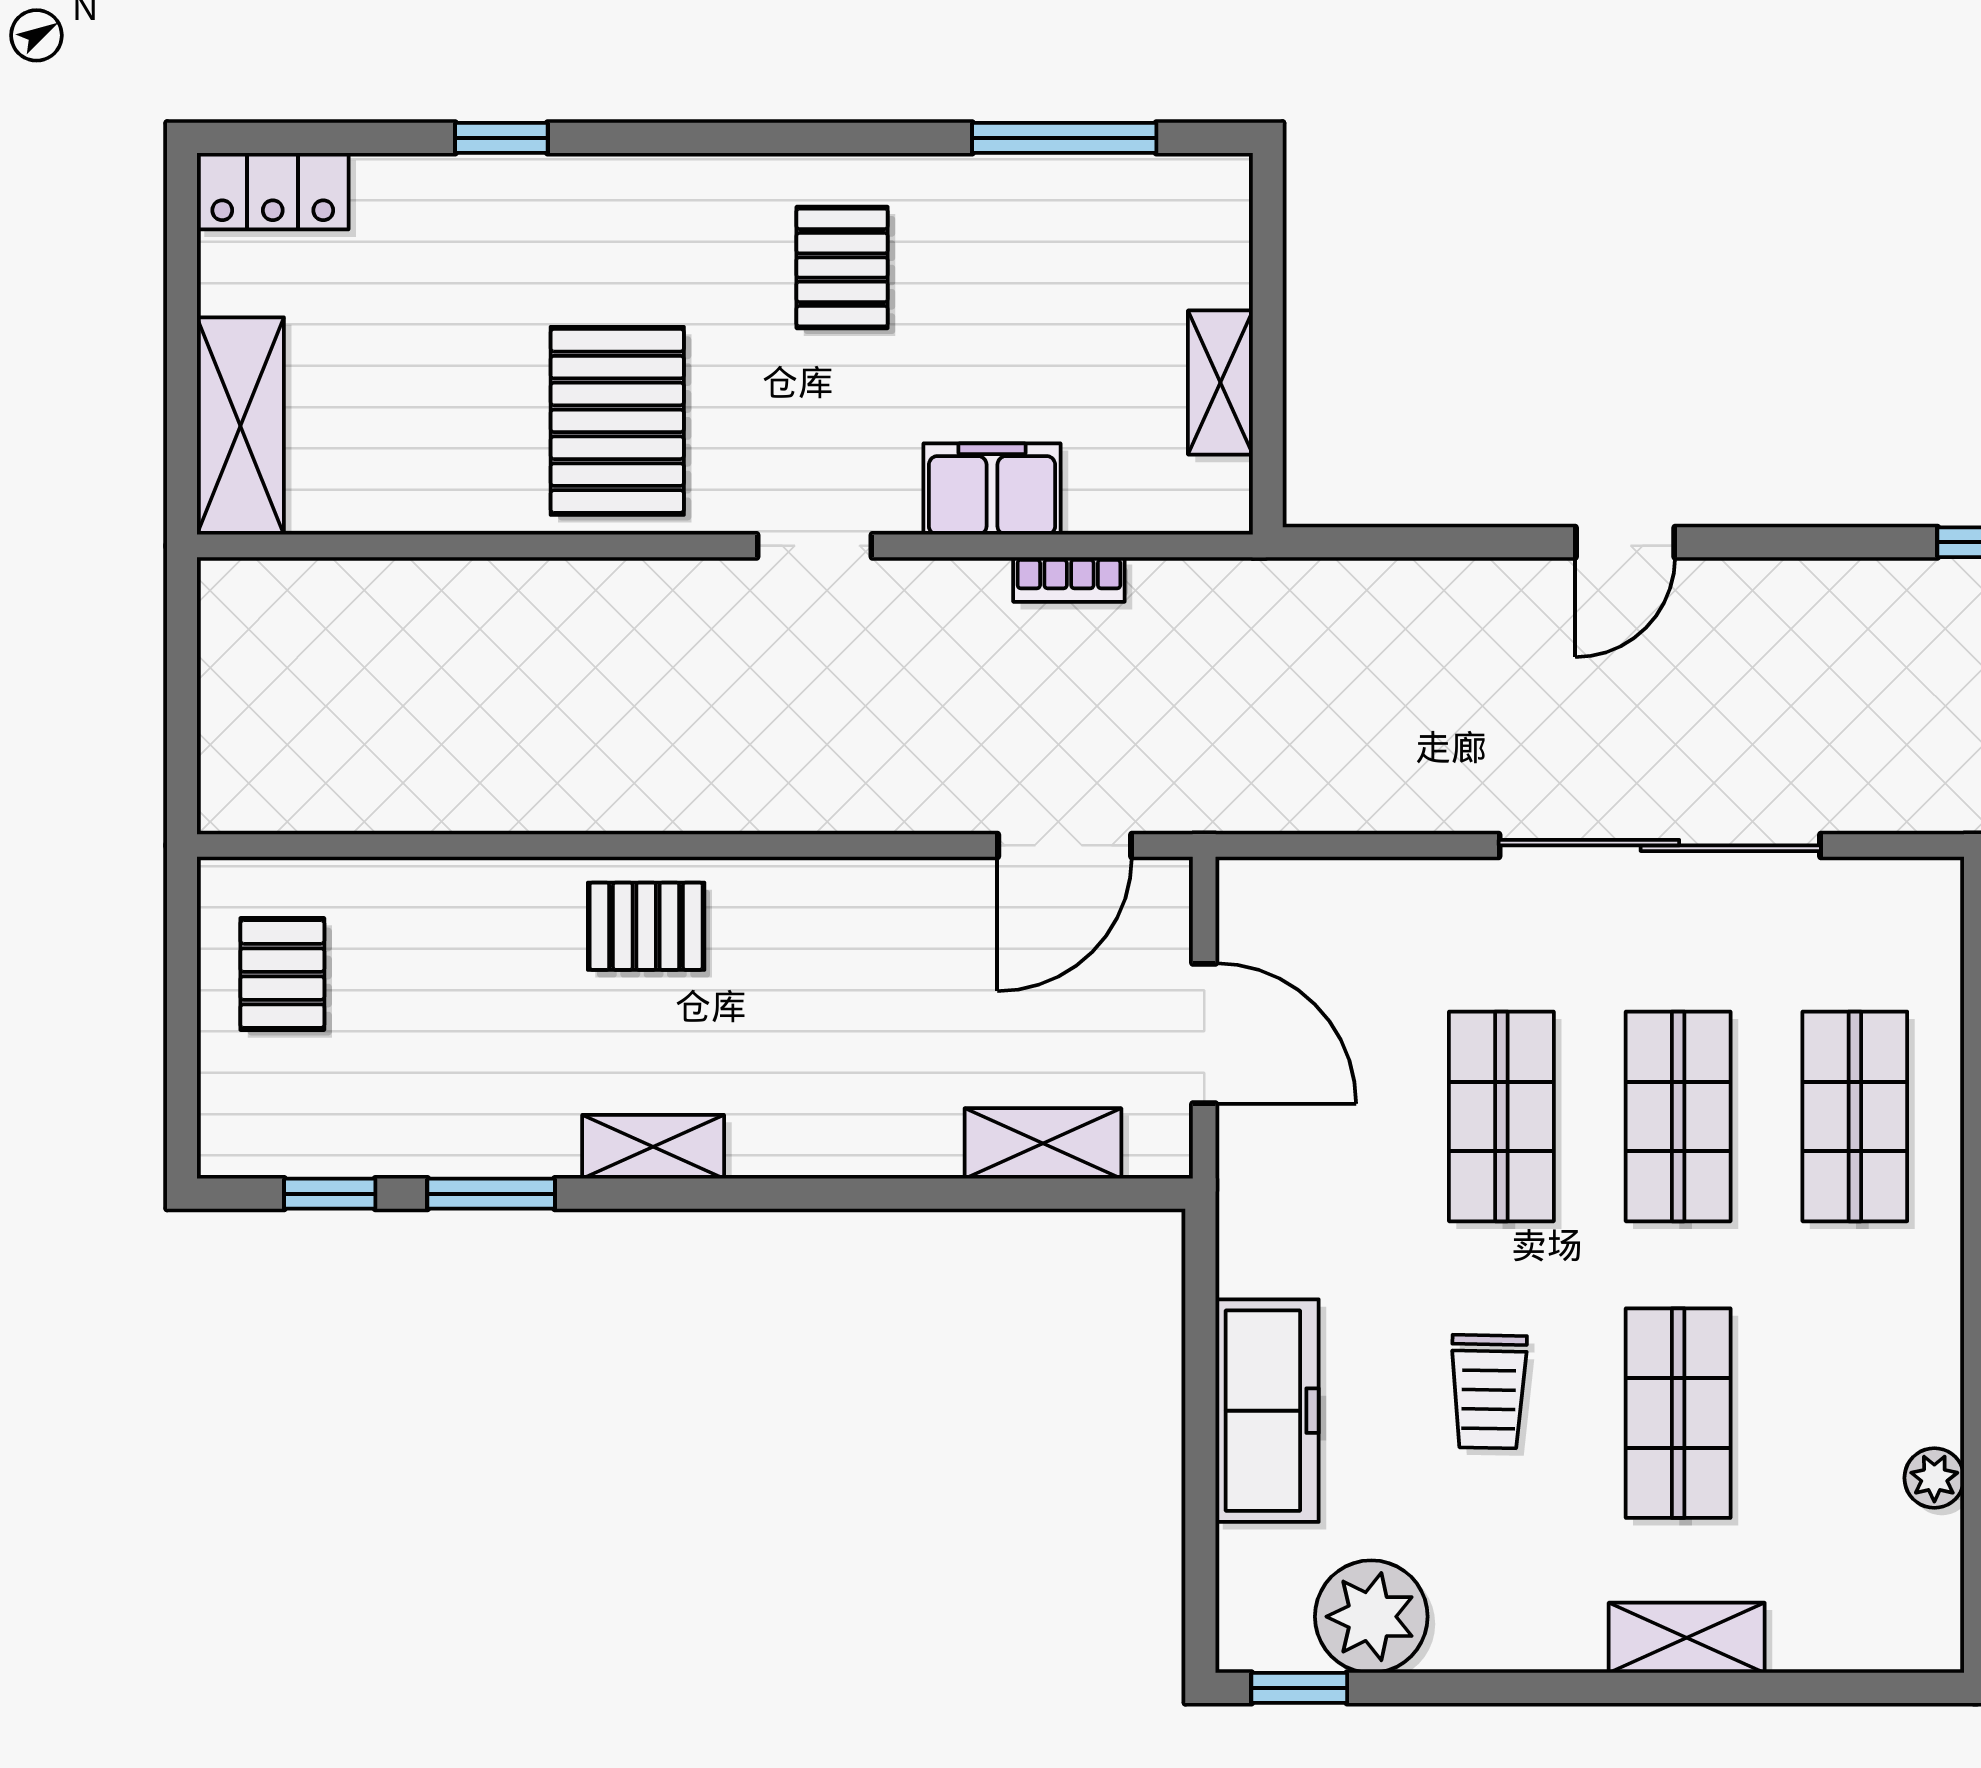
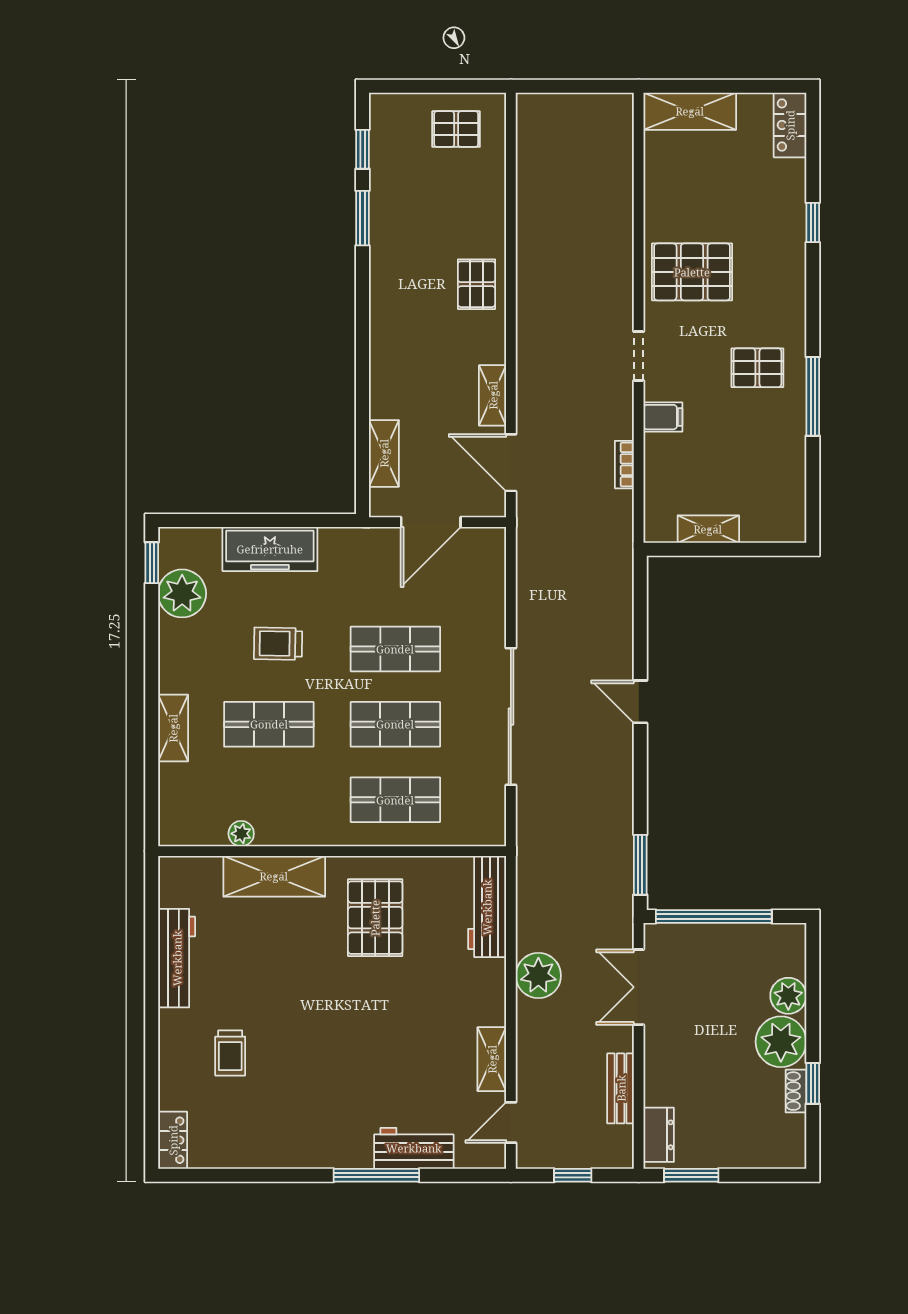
window: (1064, 138) -> (813, 396), moved
filing cabinet: (992, 489) -> (663, 417), width x0.50
shelving: (653, 1147) -> (493, 395), moved

